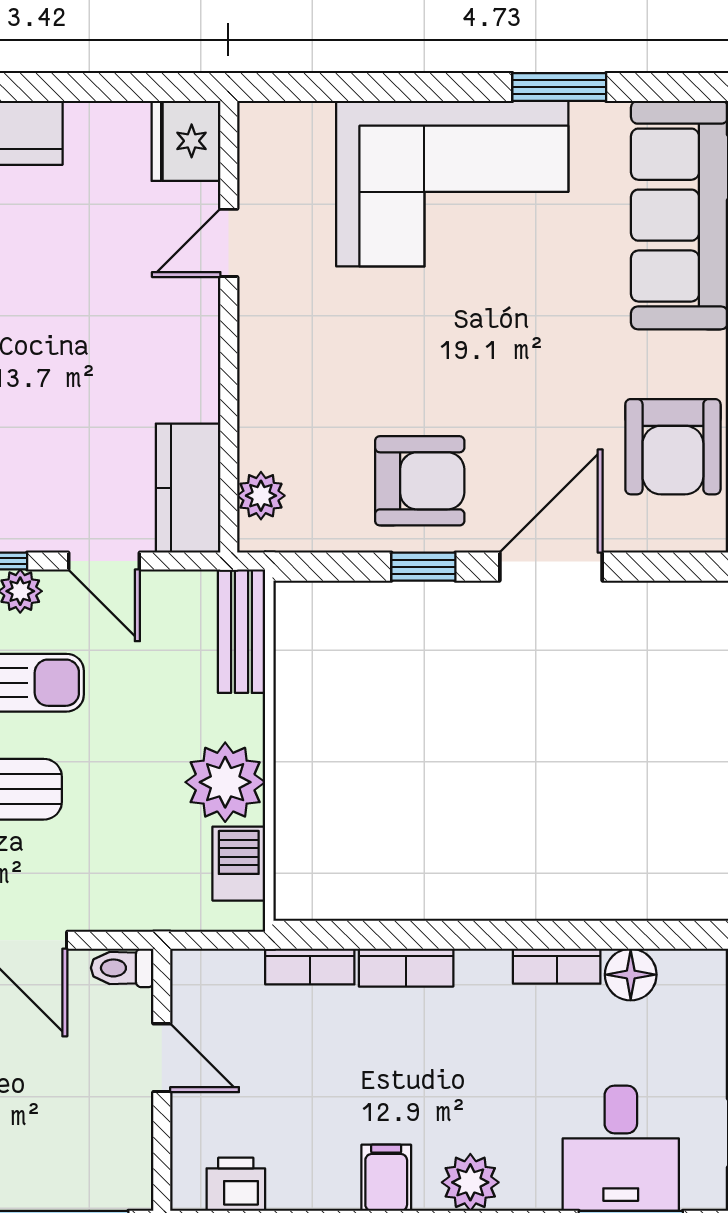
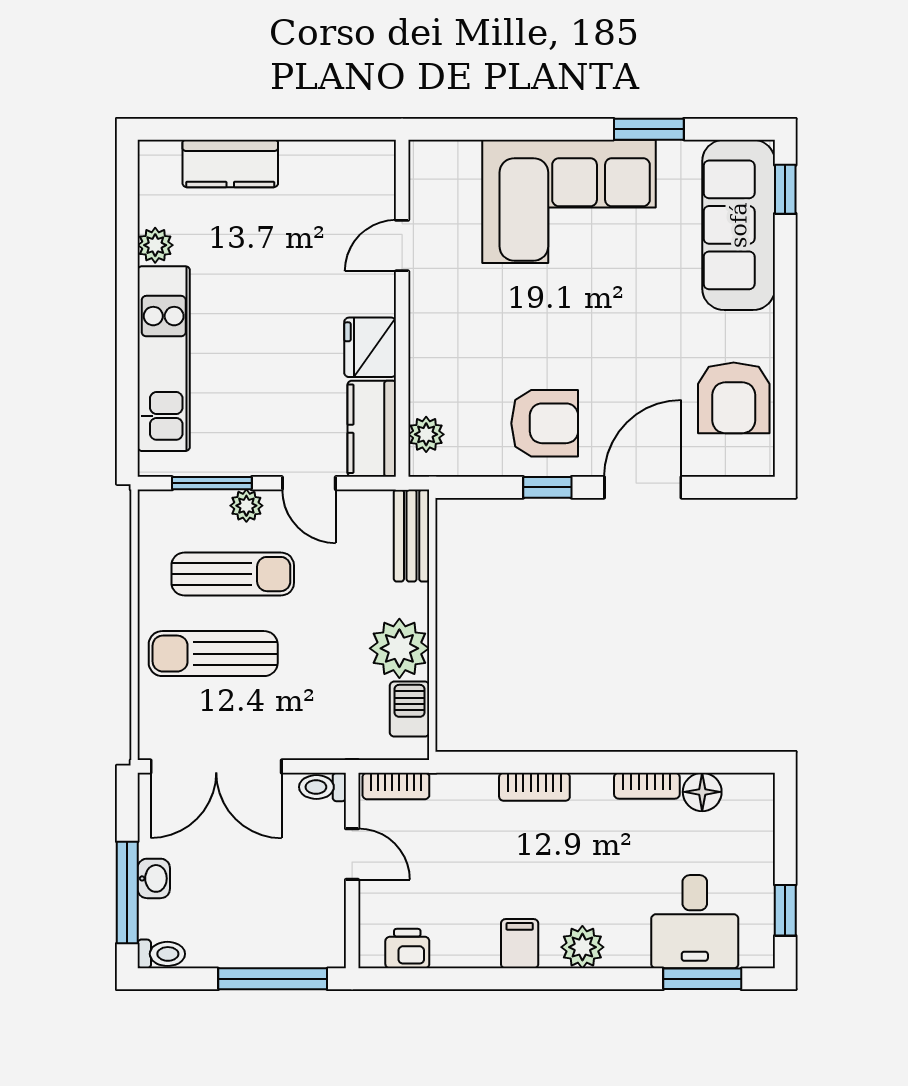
fridge: (186, 141) -> (370, 347), moved
bookcase: (310, 967) -> (396, 786), moved

